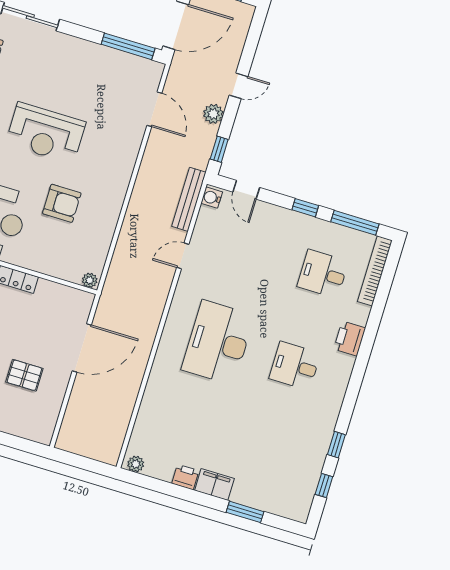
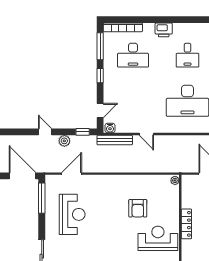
reception desk: (46, 133) -> (72, 214), moved
armchair: (62, 203) -> (138, 208), turned 180
desk: (323, 274) -> (133, 55), width x1.37

